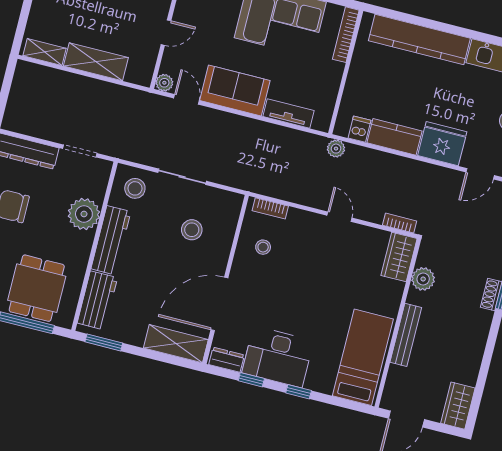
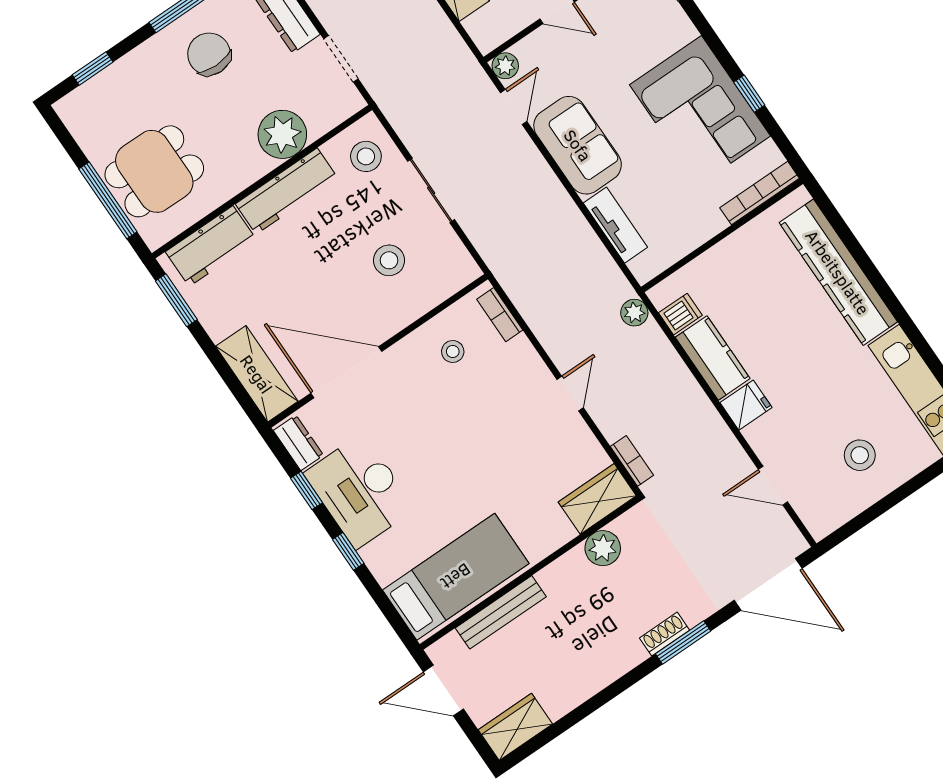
fridge: (442, 144) -> (746, 405), width x0.53, depth x0.75
bench: (406, 335) -> (501, 612), moved

